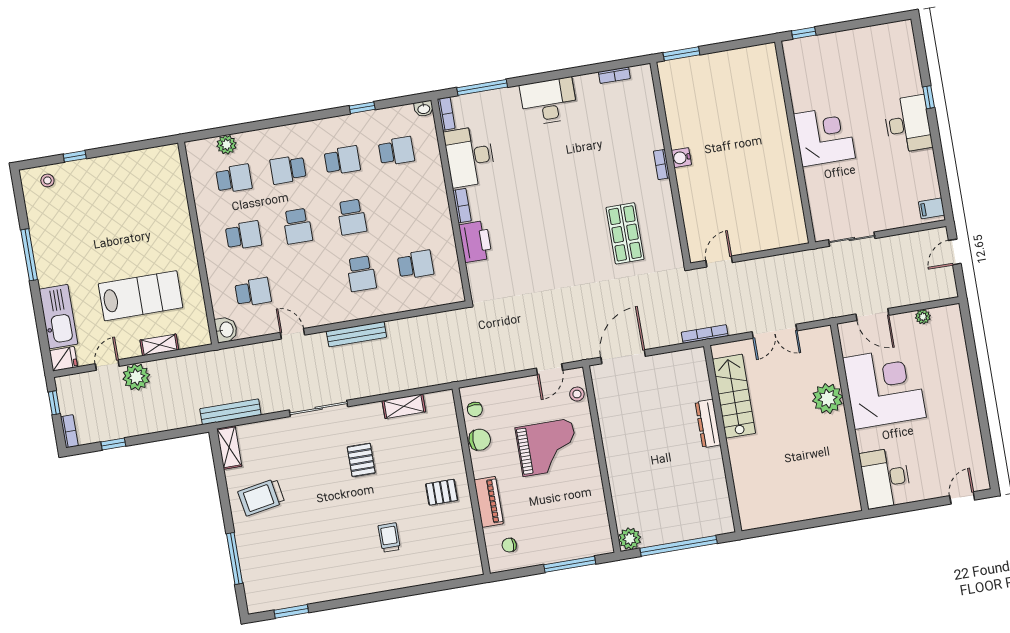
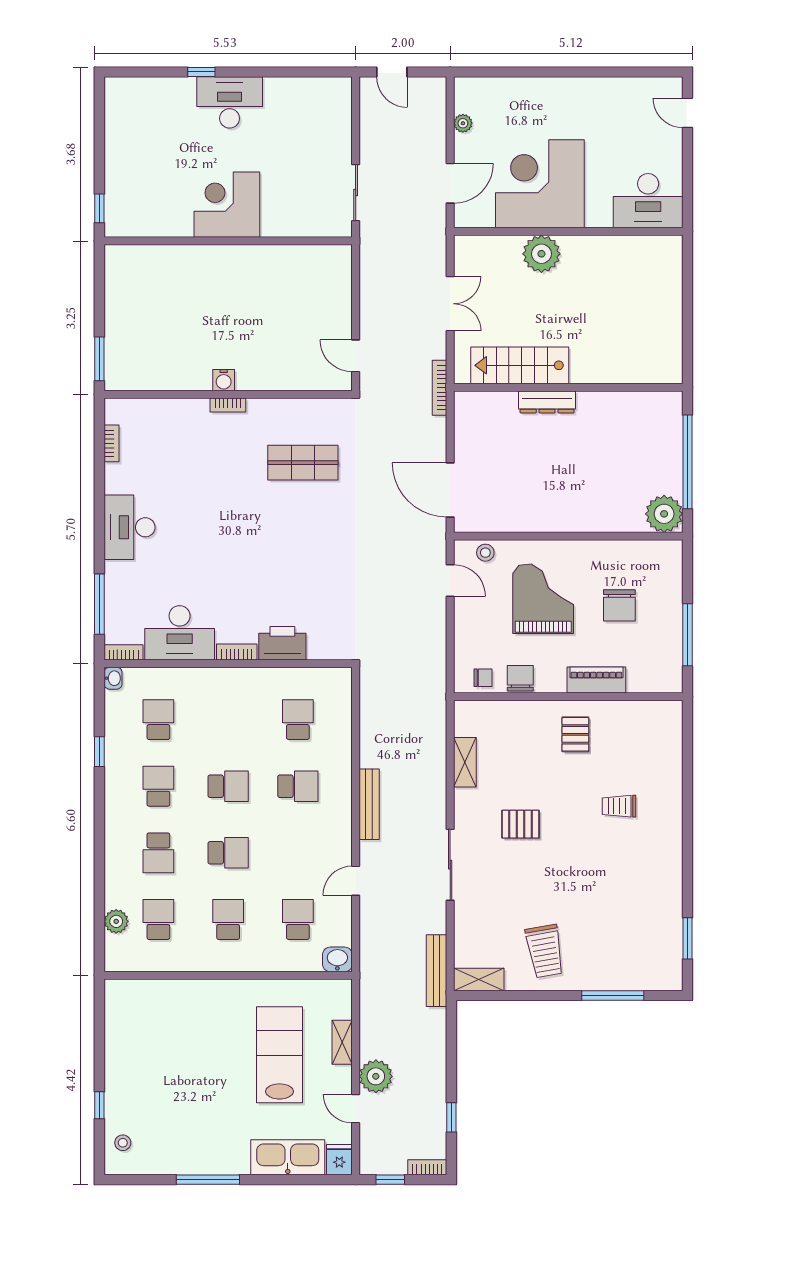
filing cabinet: (932, 208) -> (335, 91), removed
plant: (630, 539) -> (664, 514), width x1.36, depth x1.36
chair: (509, 545) -> (619, 605), moved, width x1.87, depth x1.87
window: (570, 564) -> (687, 635), moved

